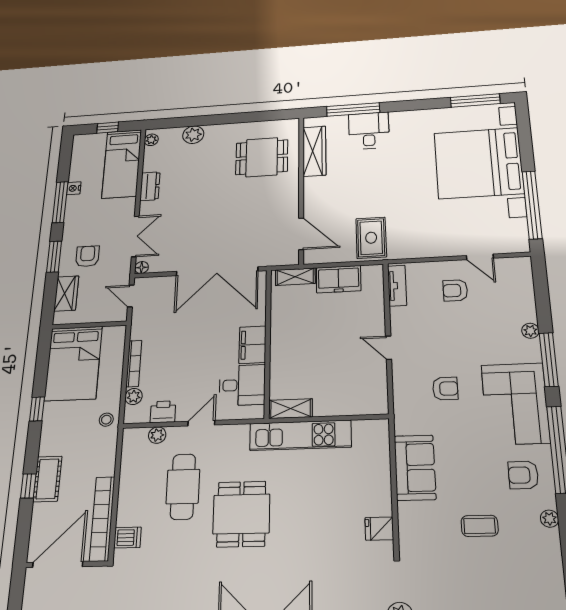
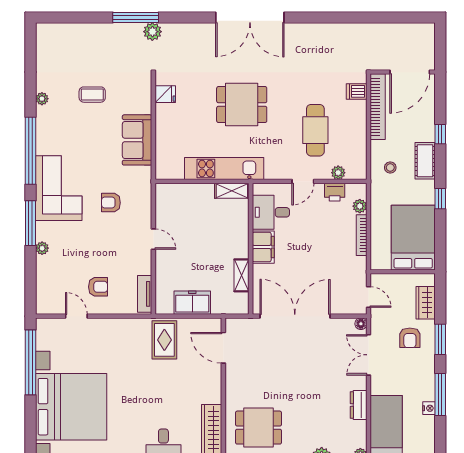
shelving: (295, 277) -> (242, 275), moved, turned 90
stool: (106, 420) -> (390, 168), moved
armchair: (523, 475) -> (58, 132), removed
cot: (47, 479) -> (425, 161), moved
dining table: (241, 514) -> (242, 105), moved, turned 90

